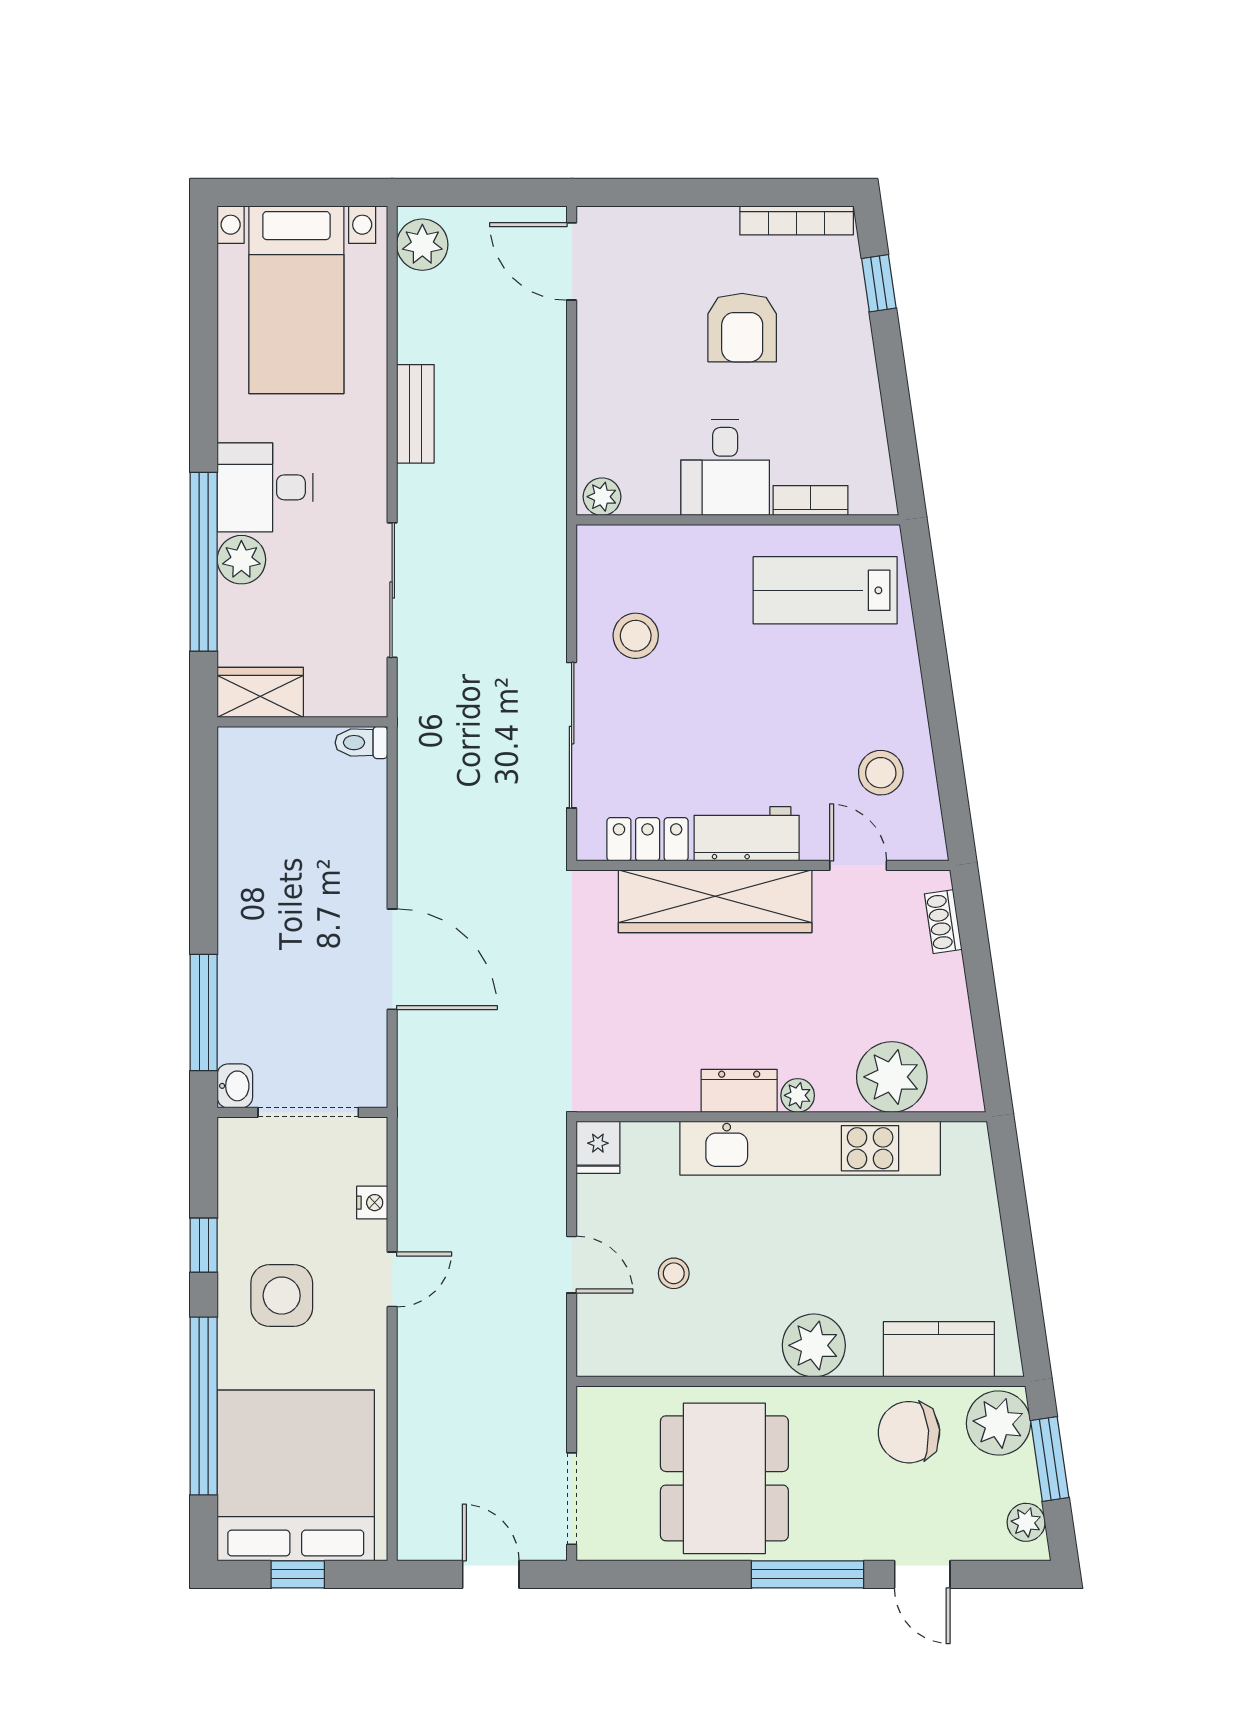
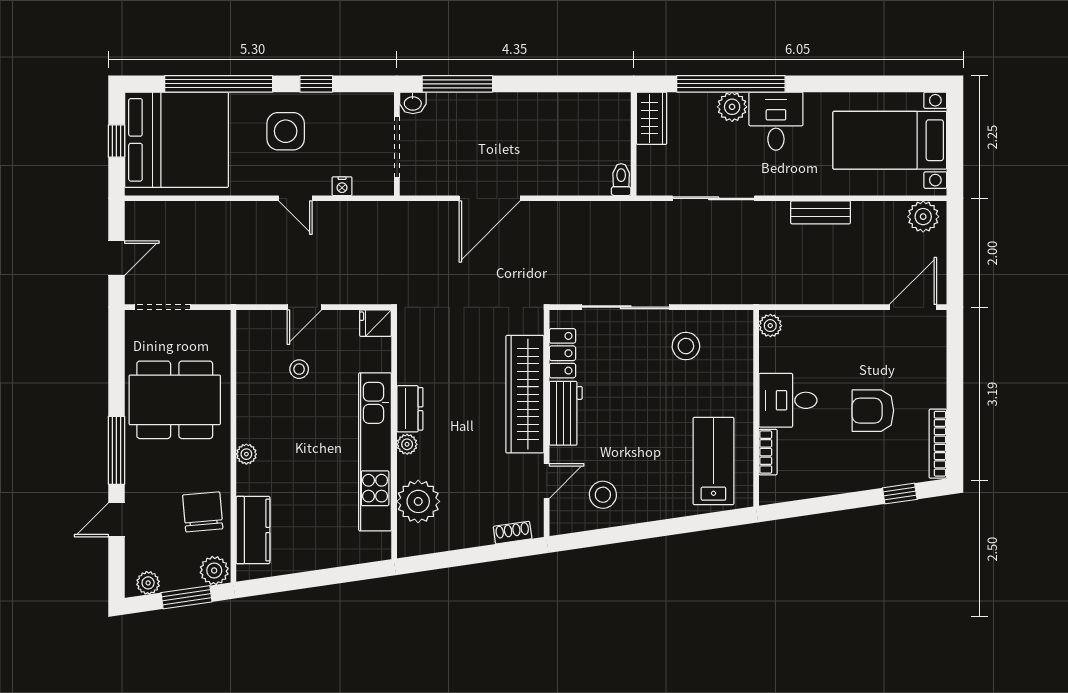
plant: (814, 1345) -> (246, 454), width x0.53, depth x0.53
plant: (998, 1423) -> (214, 571), width x0.73, depth x0.73

